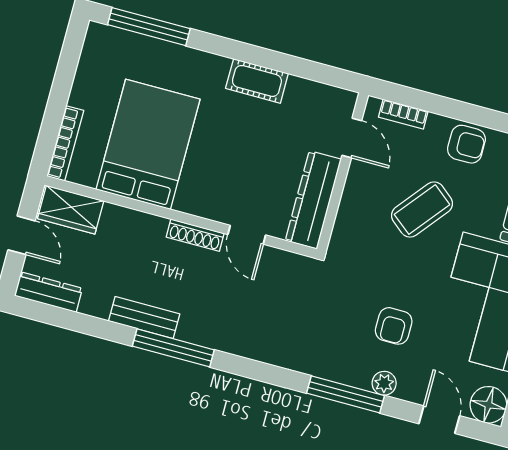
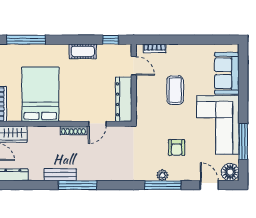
window: (319, 73) -> (111, 40), added
armchair: (466, 144) -> (188, 54), removed
coffee table: (422, 209) -> (175, 90), turned -39
door: (247, 235) -> (97, 124), hinge flipped
plant: (384, 383) -> (162, 175), moved

